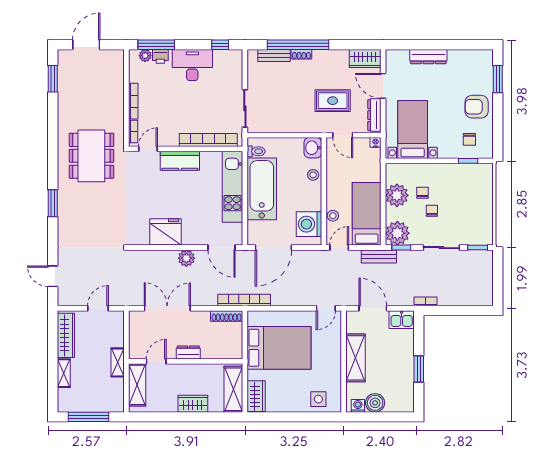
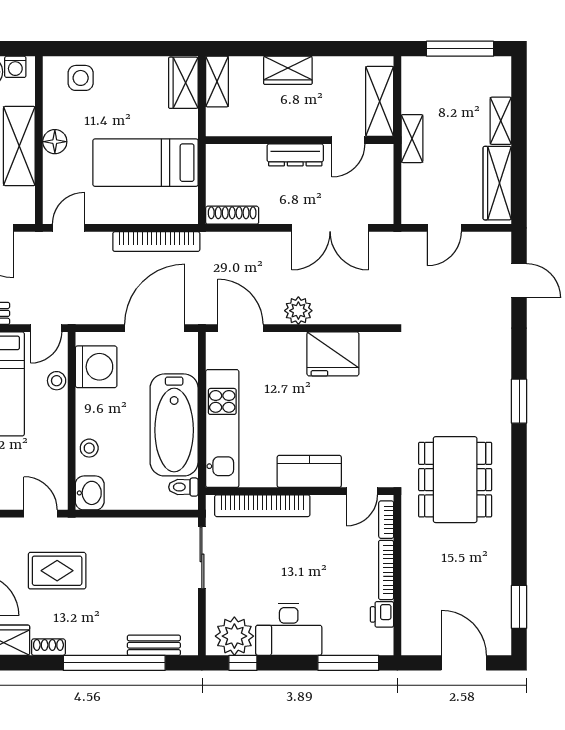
door: (86, 45) -> (464, 663), swing flipped
shoe rack: (301, 54) -> (48, 647), moved
plant: (145, 56) -> (234, 636), moved, width x1.88, depth x1.88
printer: (160, 56) -> (382, 614), moved, turned -90
bookcase: (244, 300) -> (156, 242), moved
bed: (279, 348) -> (145, 163), width x0.67
dresser: (188, 352) -> (295, 155), width x1.44
floor lamp: (334, 361) -> (55, 142), added
shelving: (233, 389) -> (217, 82), width x0.67, depth x0.75

